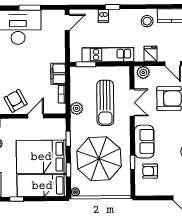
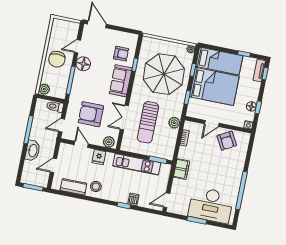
filing cabinet: (58, 74) -> (182, 169), moved
sun lounger: (105, 103) -> (148, 122), turned 180

